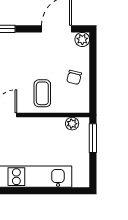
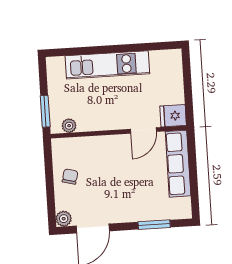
coffee table: (42, 93) -> (104, 157), removed

